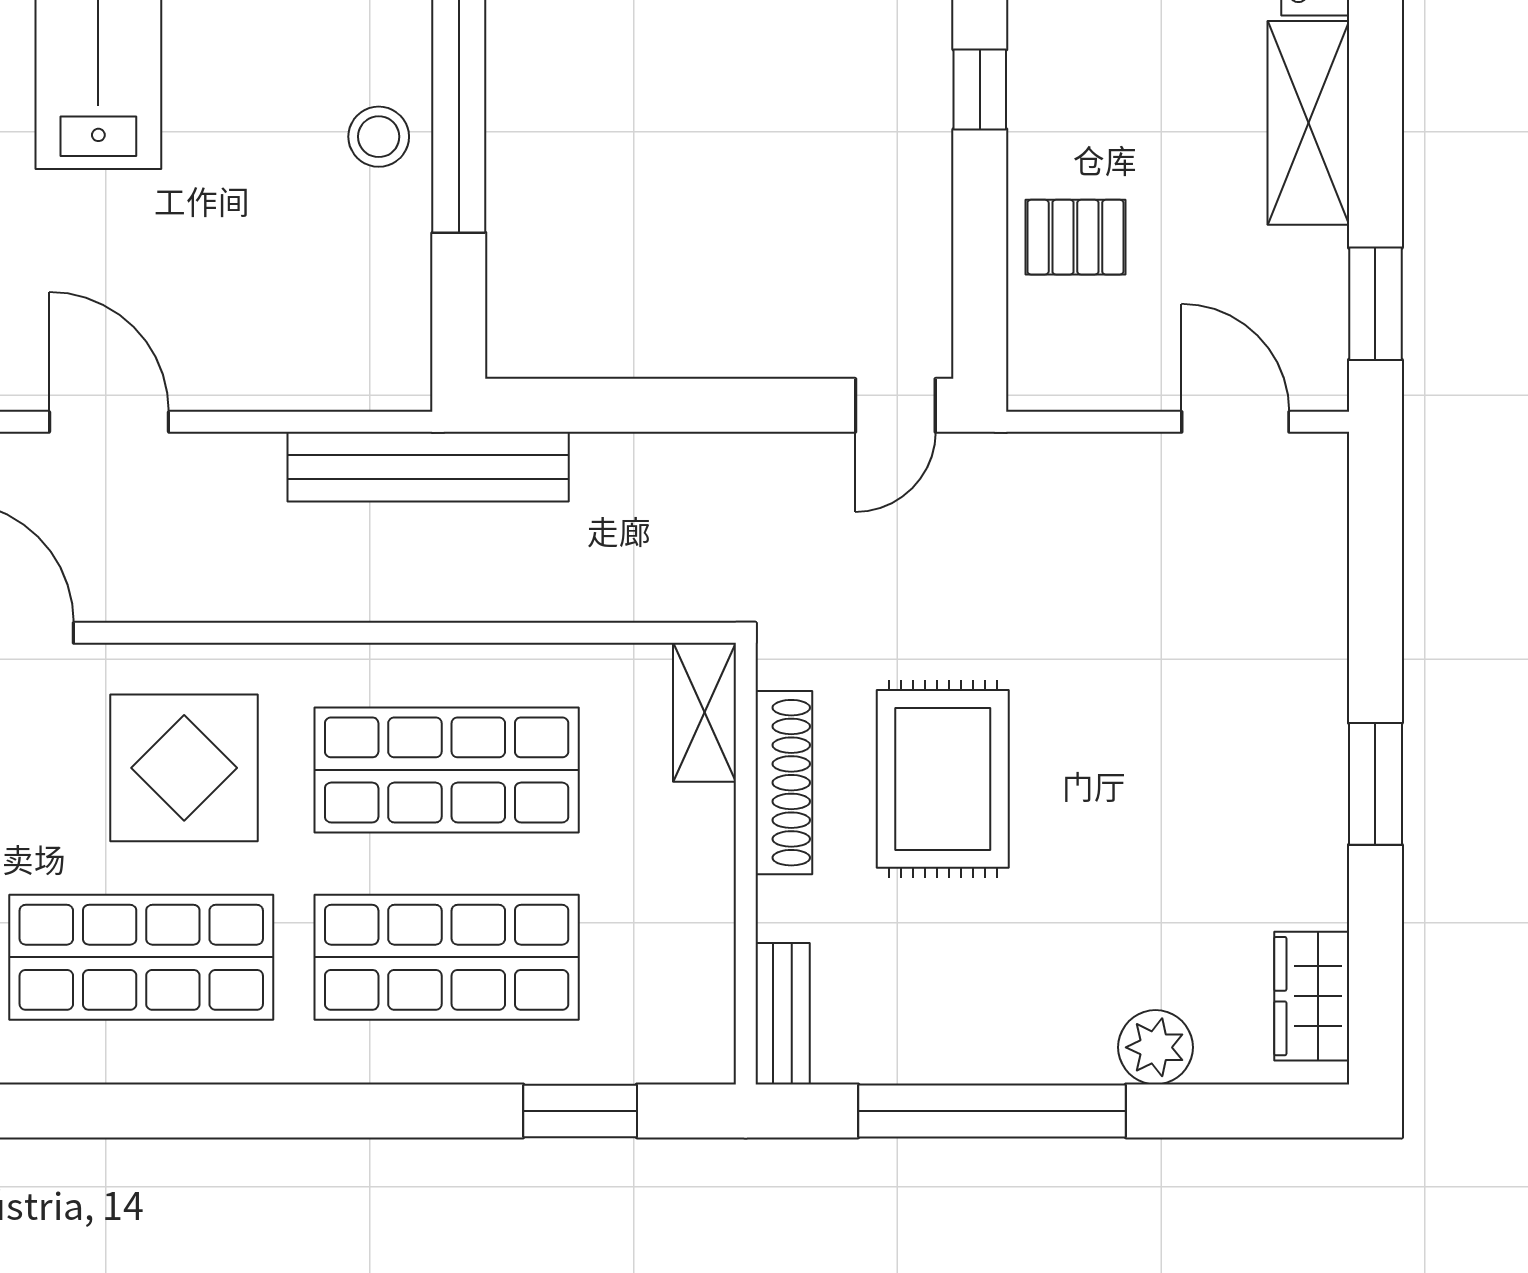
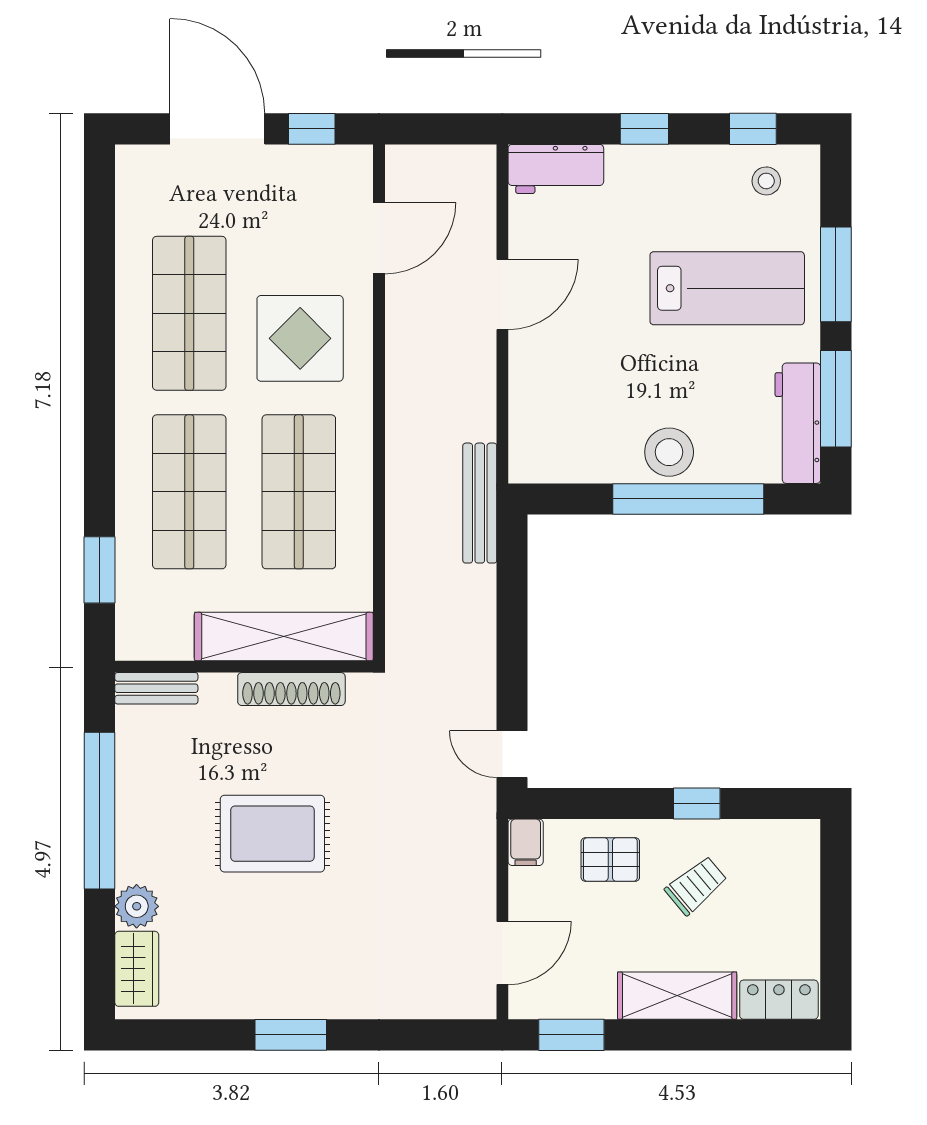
trolley: (1120, 90) -> (696, 885), added
stool: (379, 137) -> (669, 452), width x1.38, depth x1.38
pallet: (1075, 237) -> (610, 859), turned 90
filing cabinet: (1046, 382) -> (526, 842), added
bench: (428, 467) -> (480, 503), width x0.73, depth x0.82
shelving: (704, 712) -> (284, 636), width x2.20, depth x1.33
rug: (943, 779) -> (272, 834), moved
wardrobe: (1312, 996) -> (137, 969), moved, turned 90

